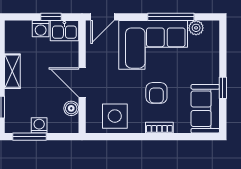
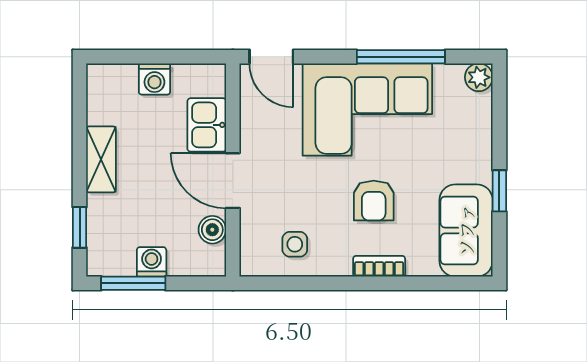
window: (51, 17) -> (174, 57), removed
door: (102, 17) -> (271, 57), hinge flipped
plant: (196, 28) -> (479, 77), moved
kitchen sink: (64, 31) -> (207, 125), moved, turned 90
side table: (115, 116) -> (295, 244), width x0.54, depth x0.54

